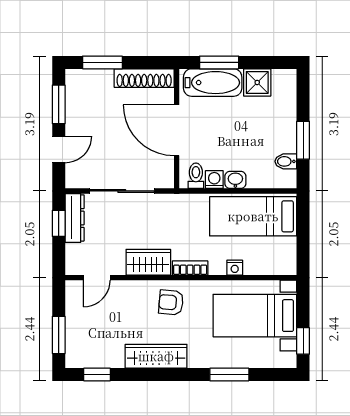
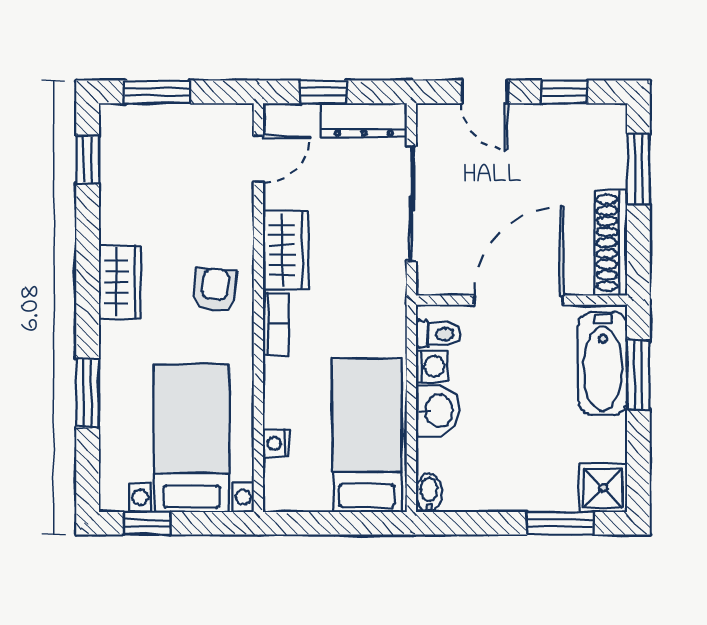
shower: (257, 82) -> (603, 488), moved
window: (59, 104) -> (564, 92), width x0.67
window: (303, 140) -> (560, 523), moved
bidet: (286, 161) -> (429, 493), moved
washbasin: (235, 180) -> (438, 411), width x1.38, depth x1.45
window: (59, 223) -> (323, 92), moved
nightstand: (235, 268) -> (276, 443), moved
door: (97, 278) -> (258, 159), swing flipped
wardrobe: (156, 356) -> (120, 282), width x0.67

